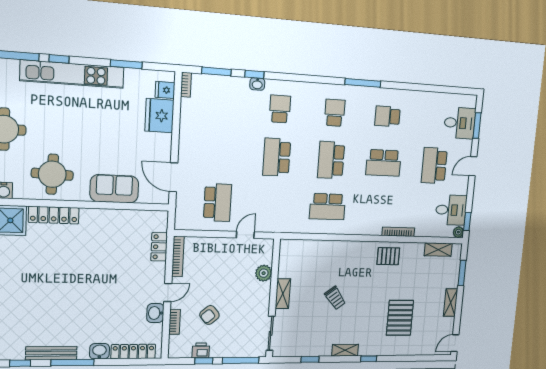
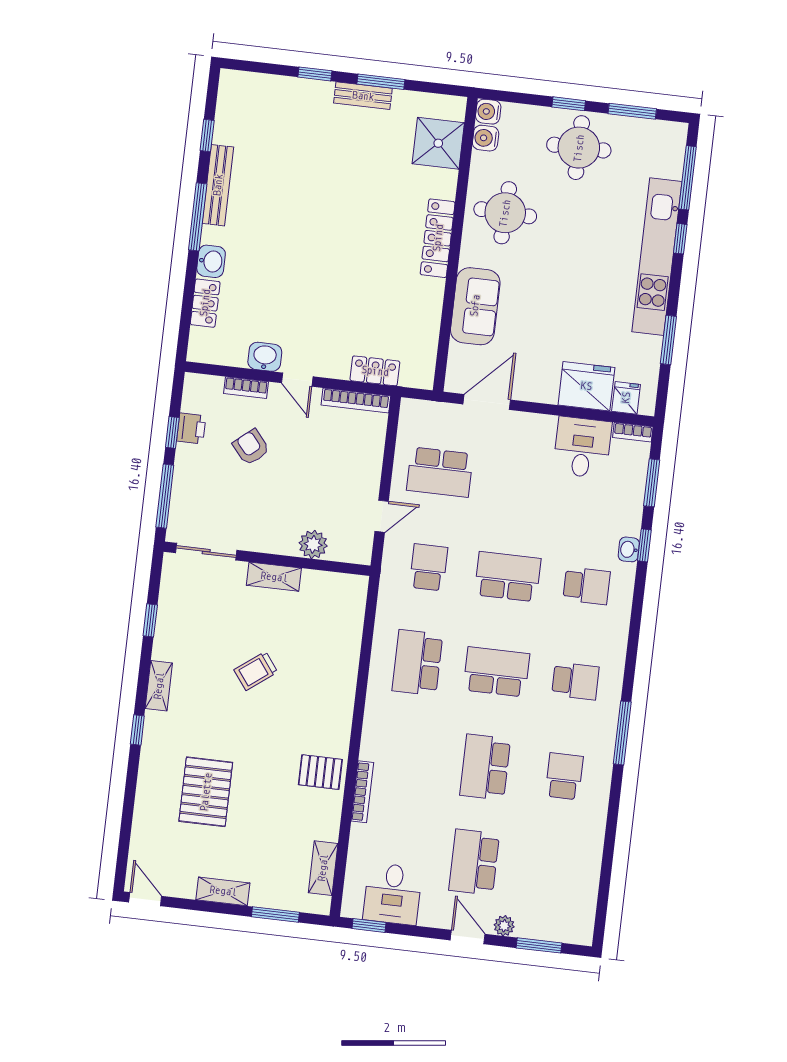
desk: (460, 123) -> (582, 448), moved, turned 180
school desk: (434, 166) -> (474, 862), turned -90
school desk: (273, 205) -> (429, 567), added
locker: (54, 215) -> (438, 238), moved
plant: (458, 232) -> (504, 926), moved
door: (245, 235) -> (382, 516), hinge flipped
pallet: (388, 256) -> (320, 772), turned 90
pallet: (400, 318) -> (206, 792), turned 90
locker: (133, 352) -> (205, 303), width x0.66

